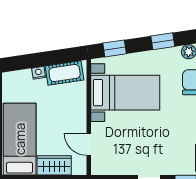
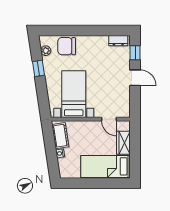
window: (115, 48) -> (43, 101), removed
door: (89, 144) -> (109, 119), hinge flipped

